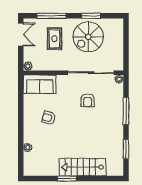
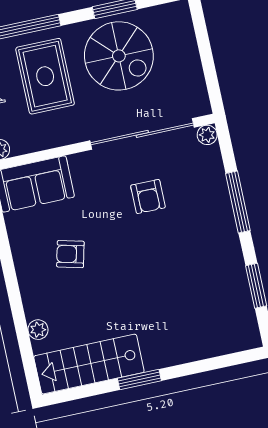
spiral stairs: (88, 37) -> (119, 56), turned -90
rug: (54, 39) -> (45, 76), width x1.36, depth x1.43
stairs: (83, 167) -> (89, 364), moved

